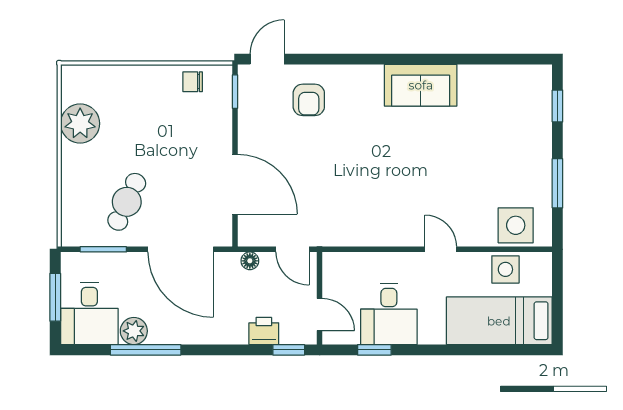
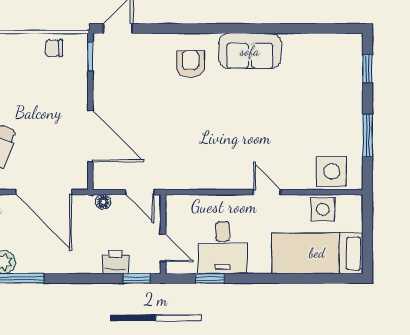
armchair: (309, 100) -> (190, 64), moved, turned 180

